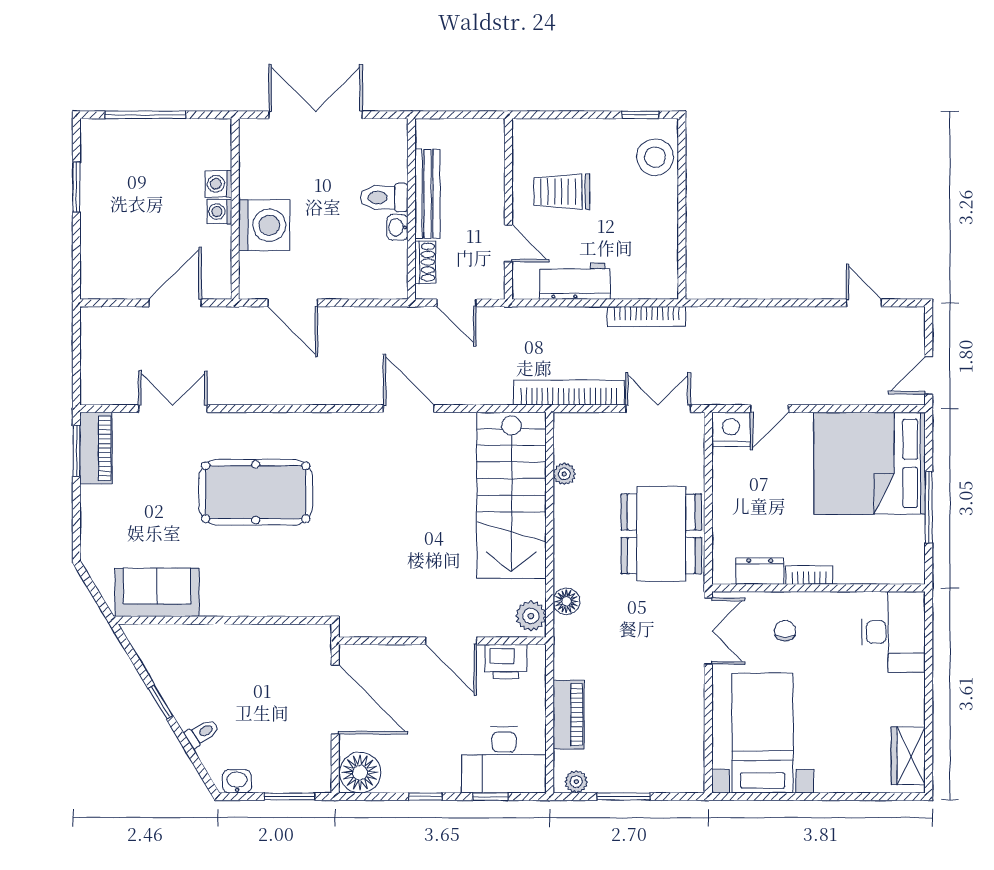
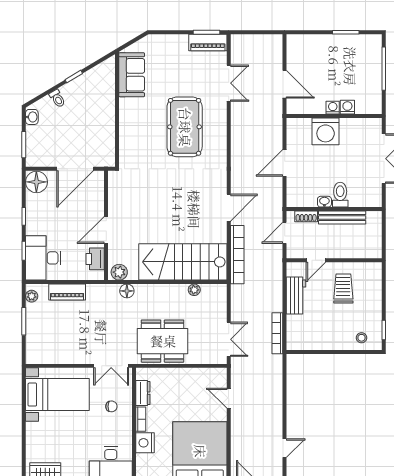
stool: (655, 157) -> (362, 338), width x0.53, depth x0.53
door: (293, 303) -> (285, 163), moved
bookcase: (569, 393) -> (237, 255), moved
nightstand: (731, 429) -> (145, 443), moved, turned 180

